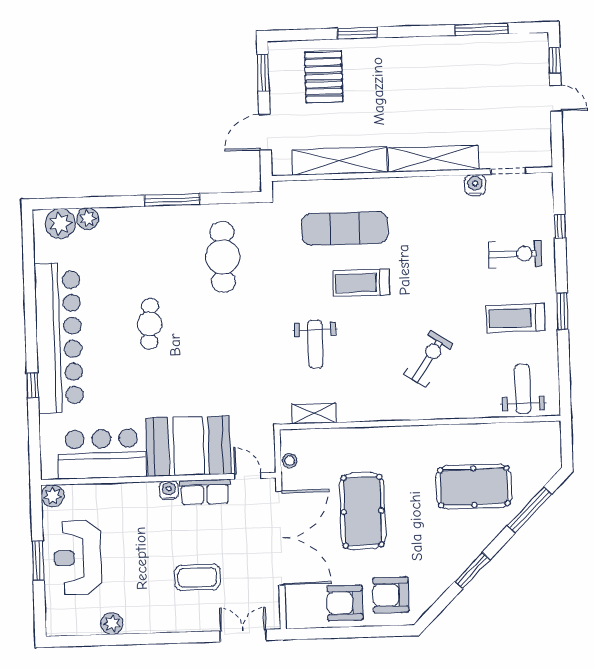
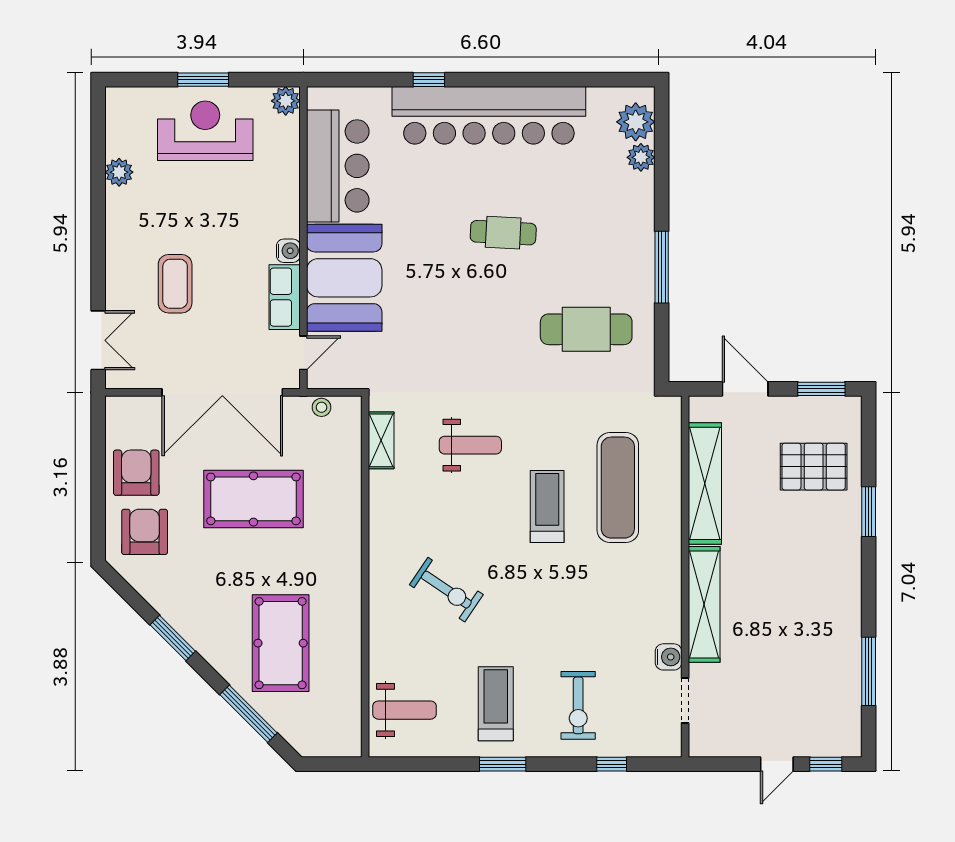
weight bench: (315, 344) -> (470, 445), turned 180

